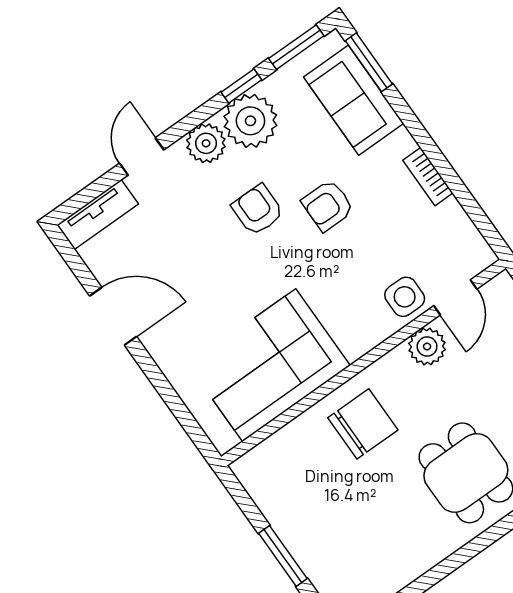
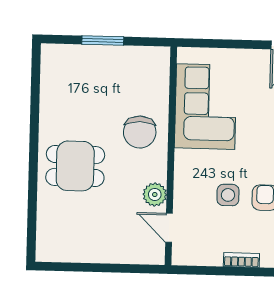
side table: (405, 297) -> (228, 195), moved

